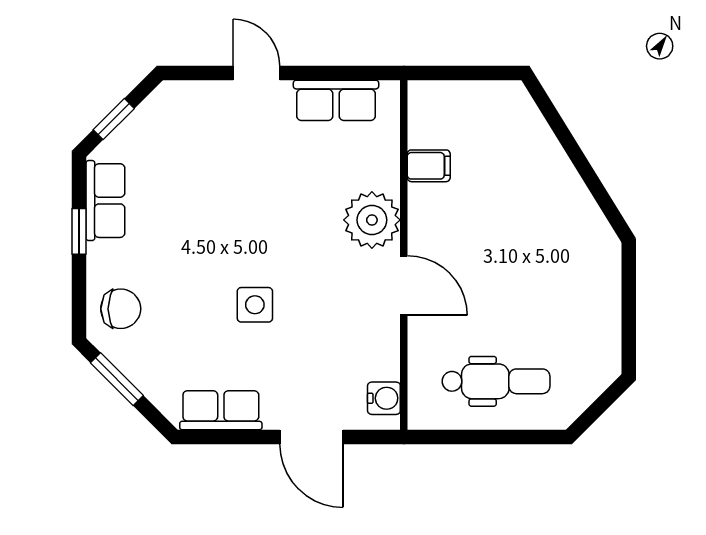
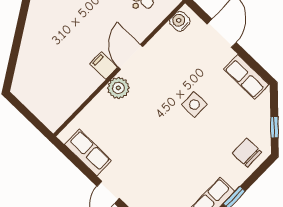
filing cabinet: (429, 166) -> (104, 66), moved
plant: (372, 220) -> (118, 88), width x0.73, depth x0.73
window: (117, 379) -> (274, 127), width x0.67

